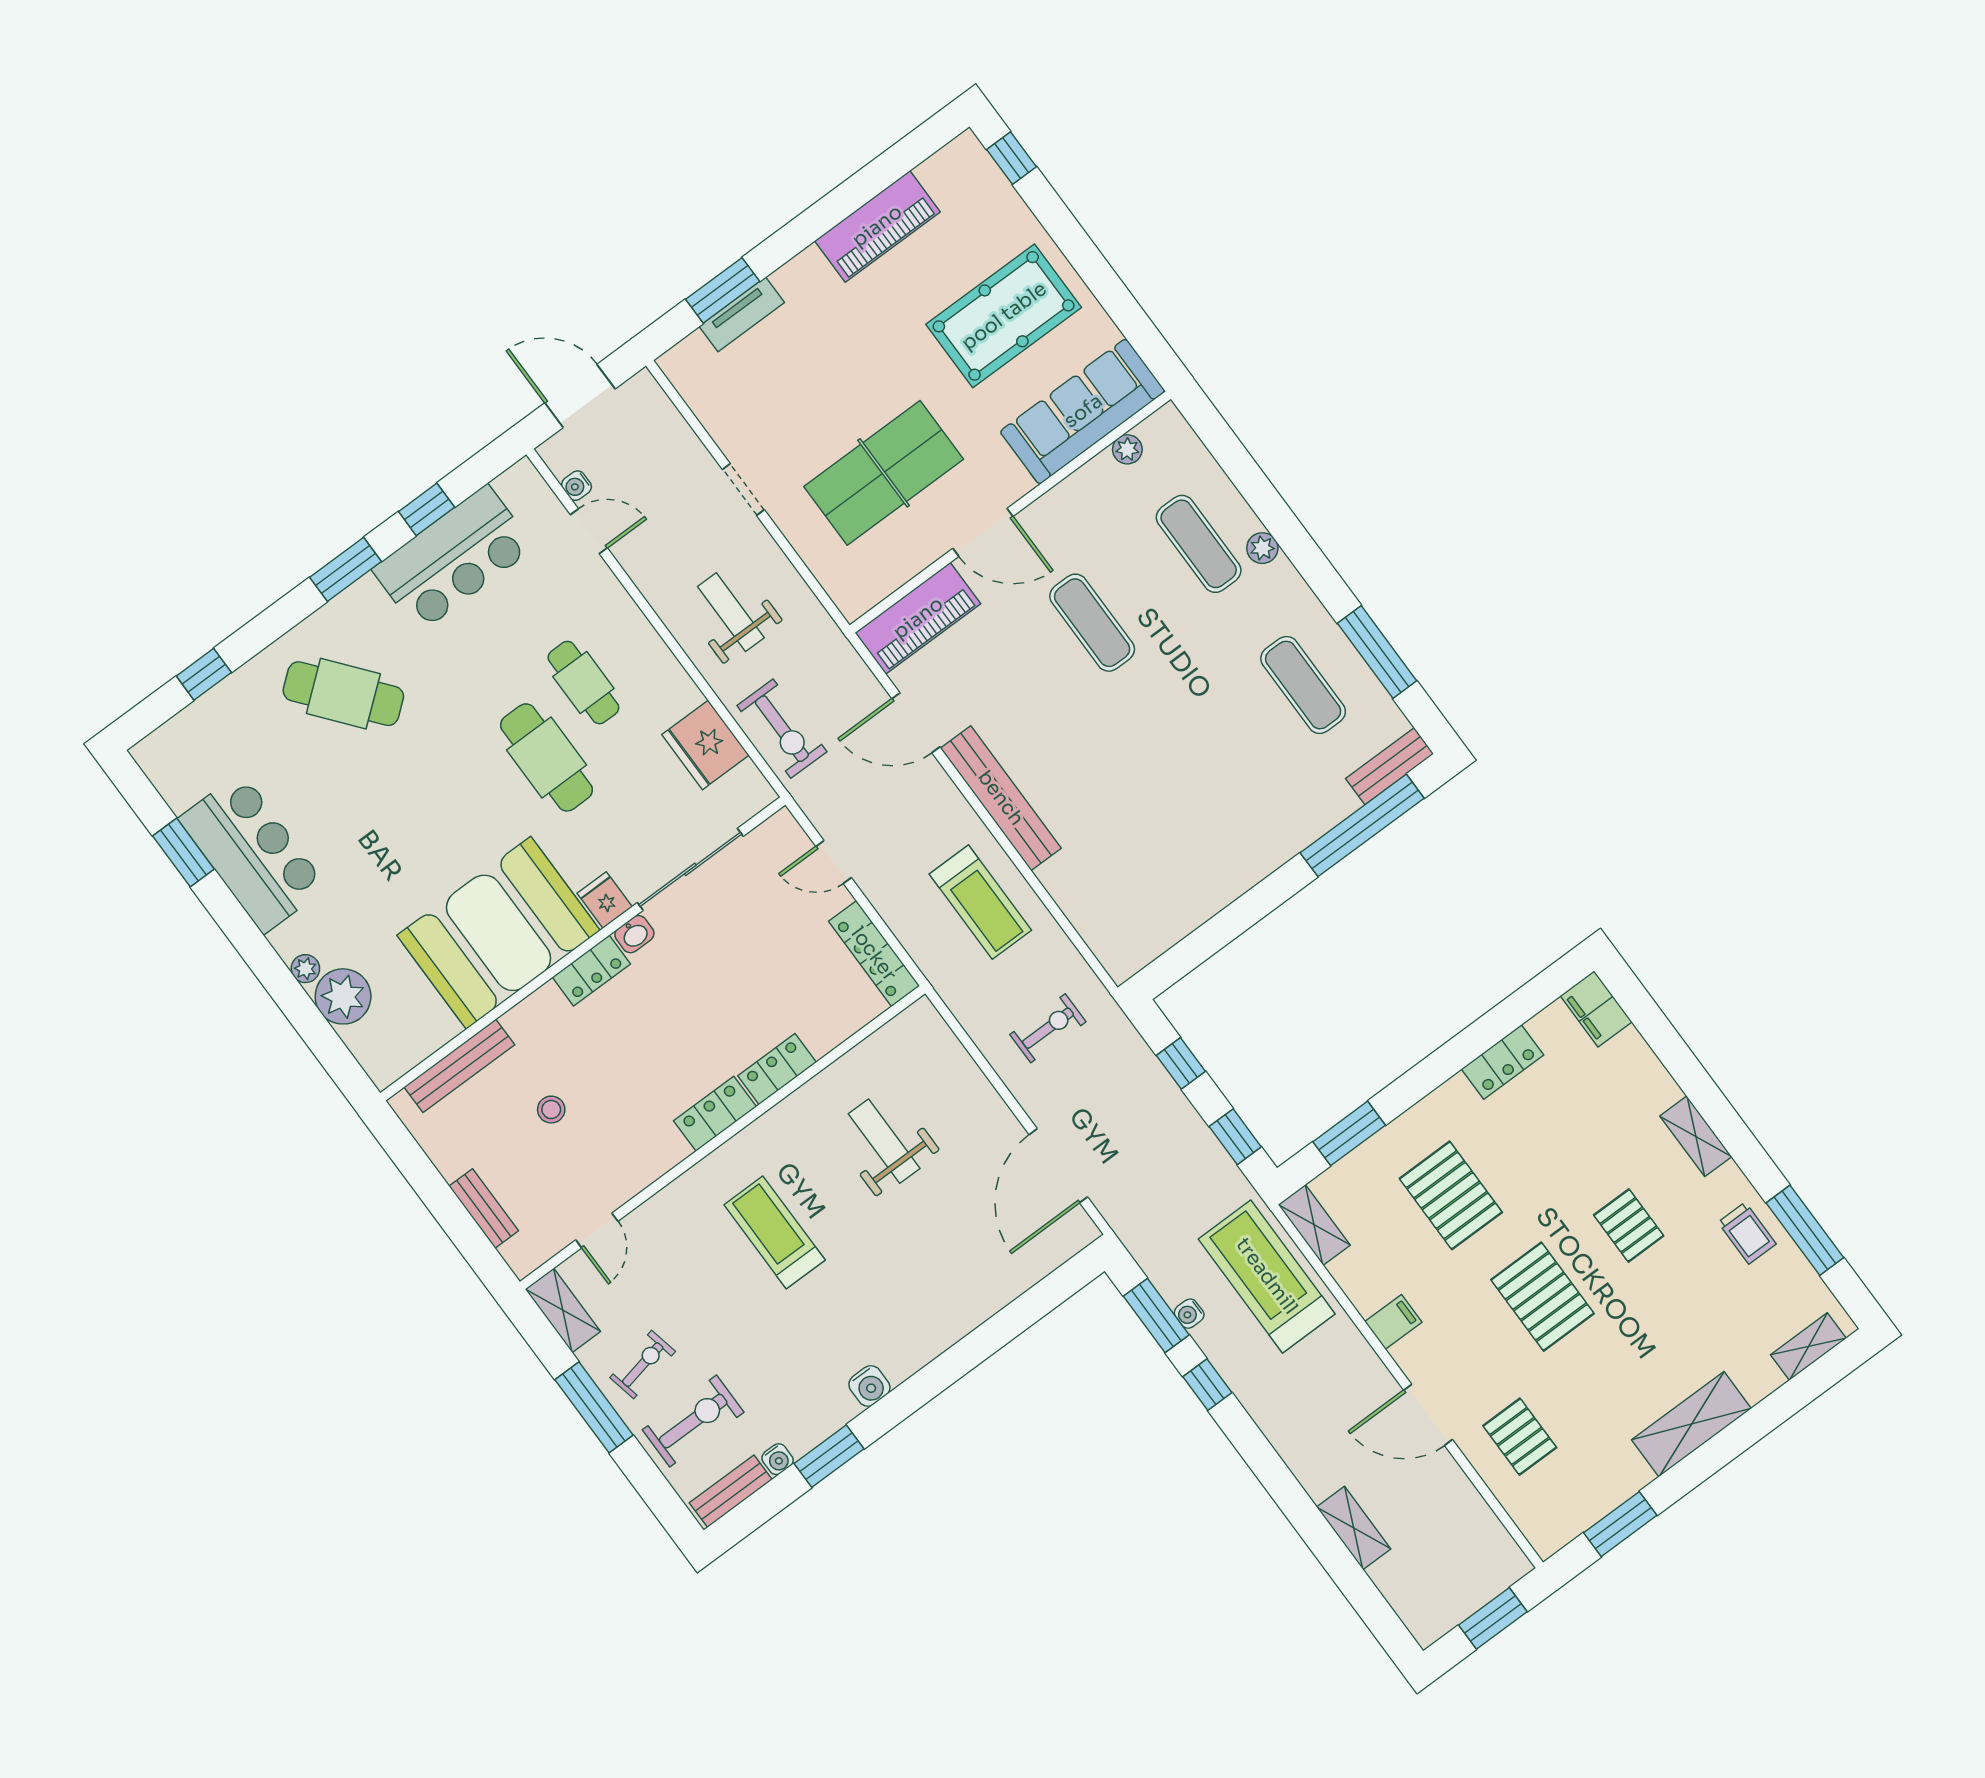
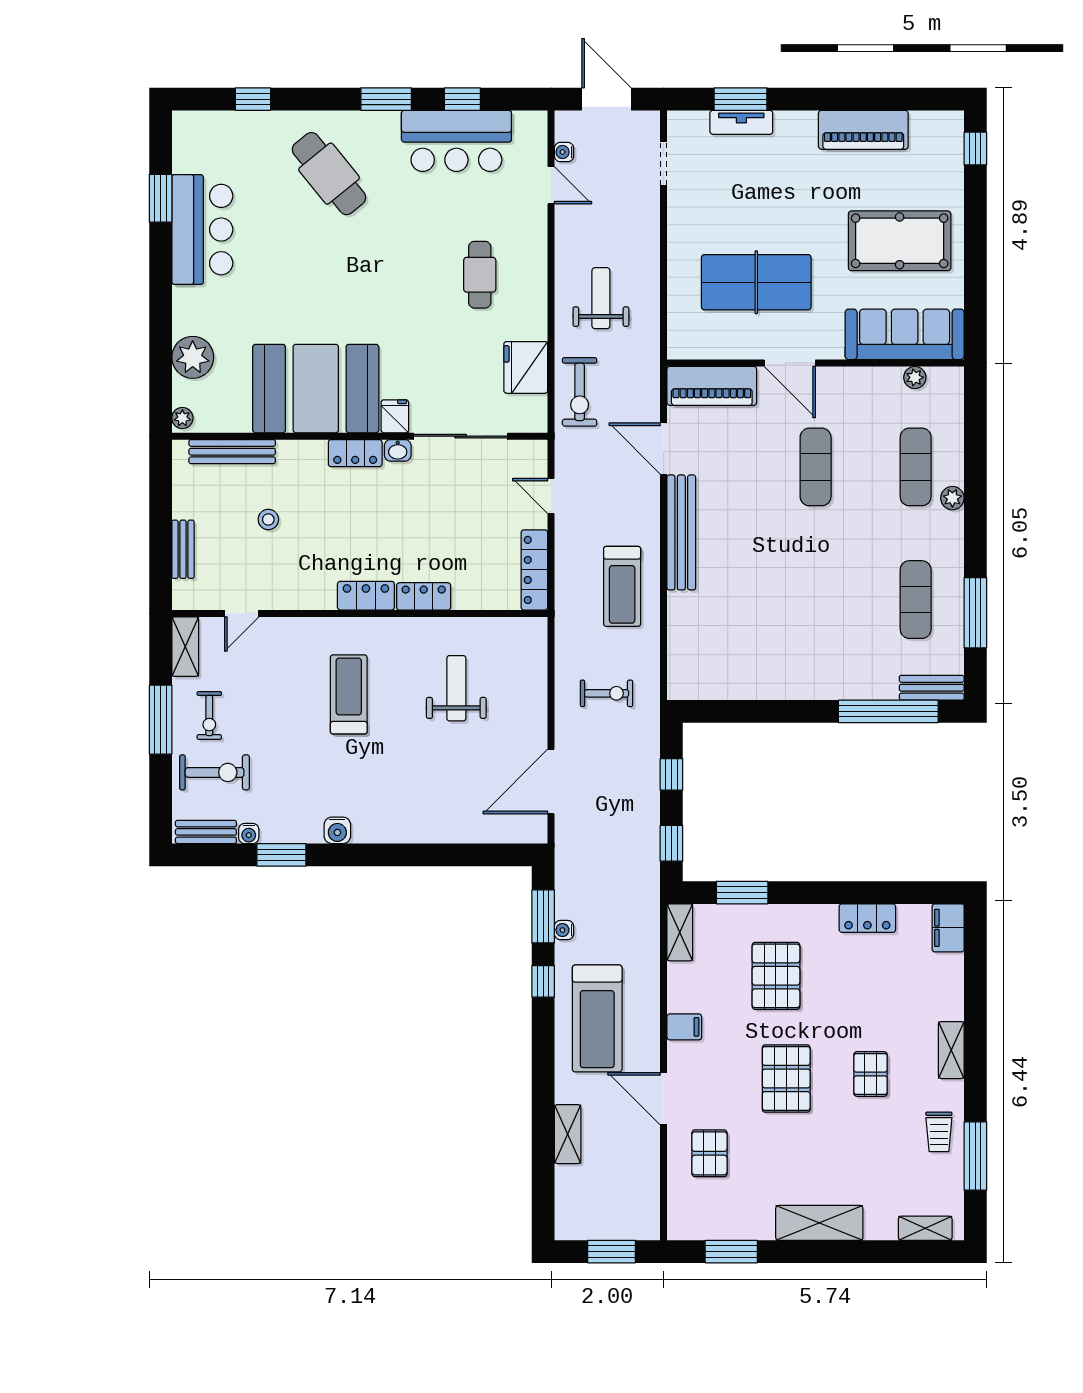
doorway: (743, 490) -> (664, 163), moved
cafe table: (546, 757) -> (424, 304), removed
plant: (305, 969) -> (182, 418), moved
treadmill: (1267, 1276) -> (597, 1018), moved, turned 180
exercise bike: (643, 1365) -> (209, 715), turned 102

